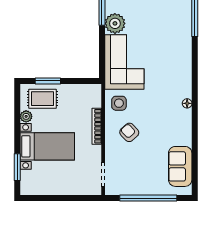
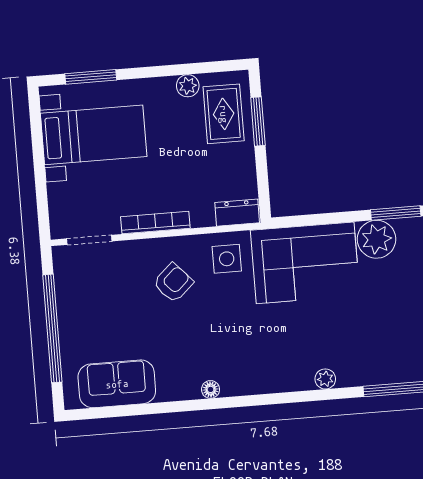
plant: (186, 56) -> (325, 379), added
dresser: (95, 96) -> (237, 213), added
floor lamp: (187, 103) -> (211, 389), moved
bookcase: (97, 126) -> (155, 223), moved
bed with nightstands: (47, 146) -> (94, 135), moved, turned -90

